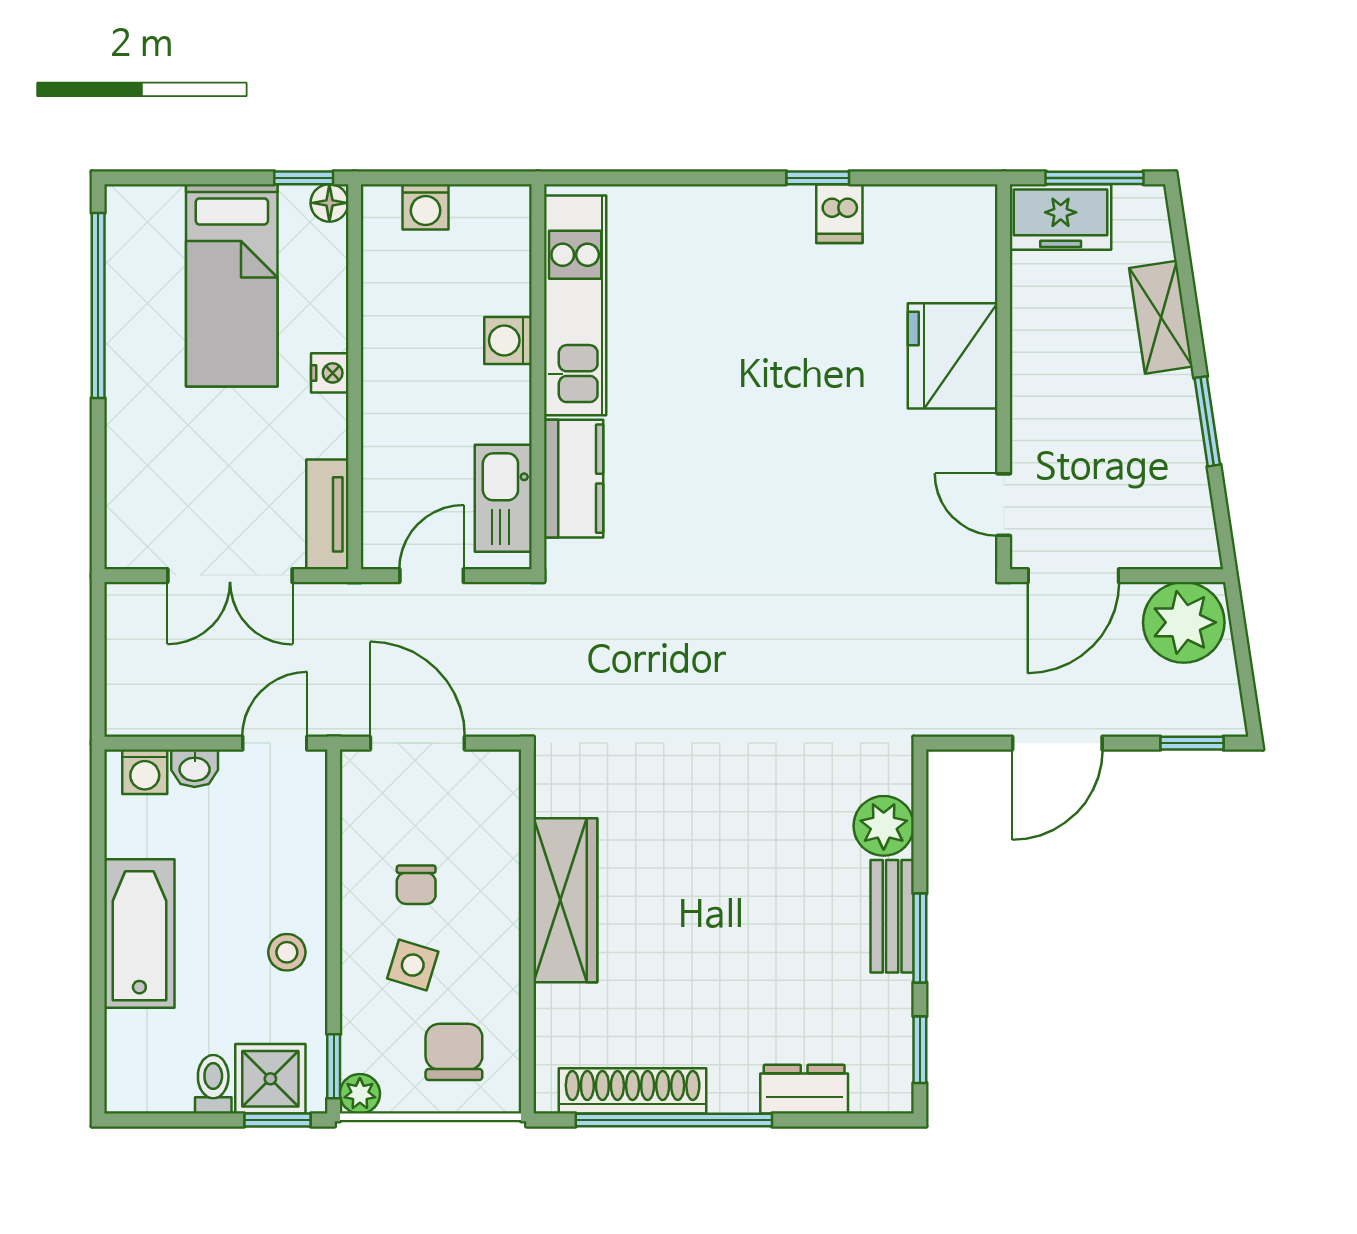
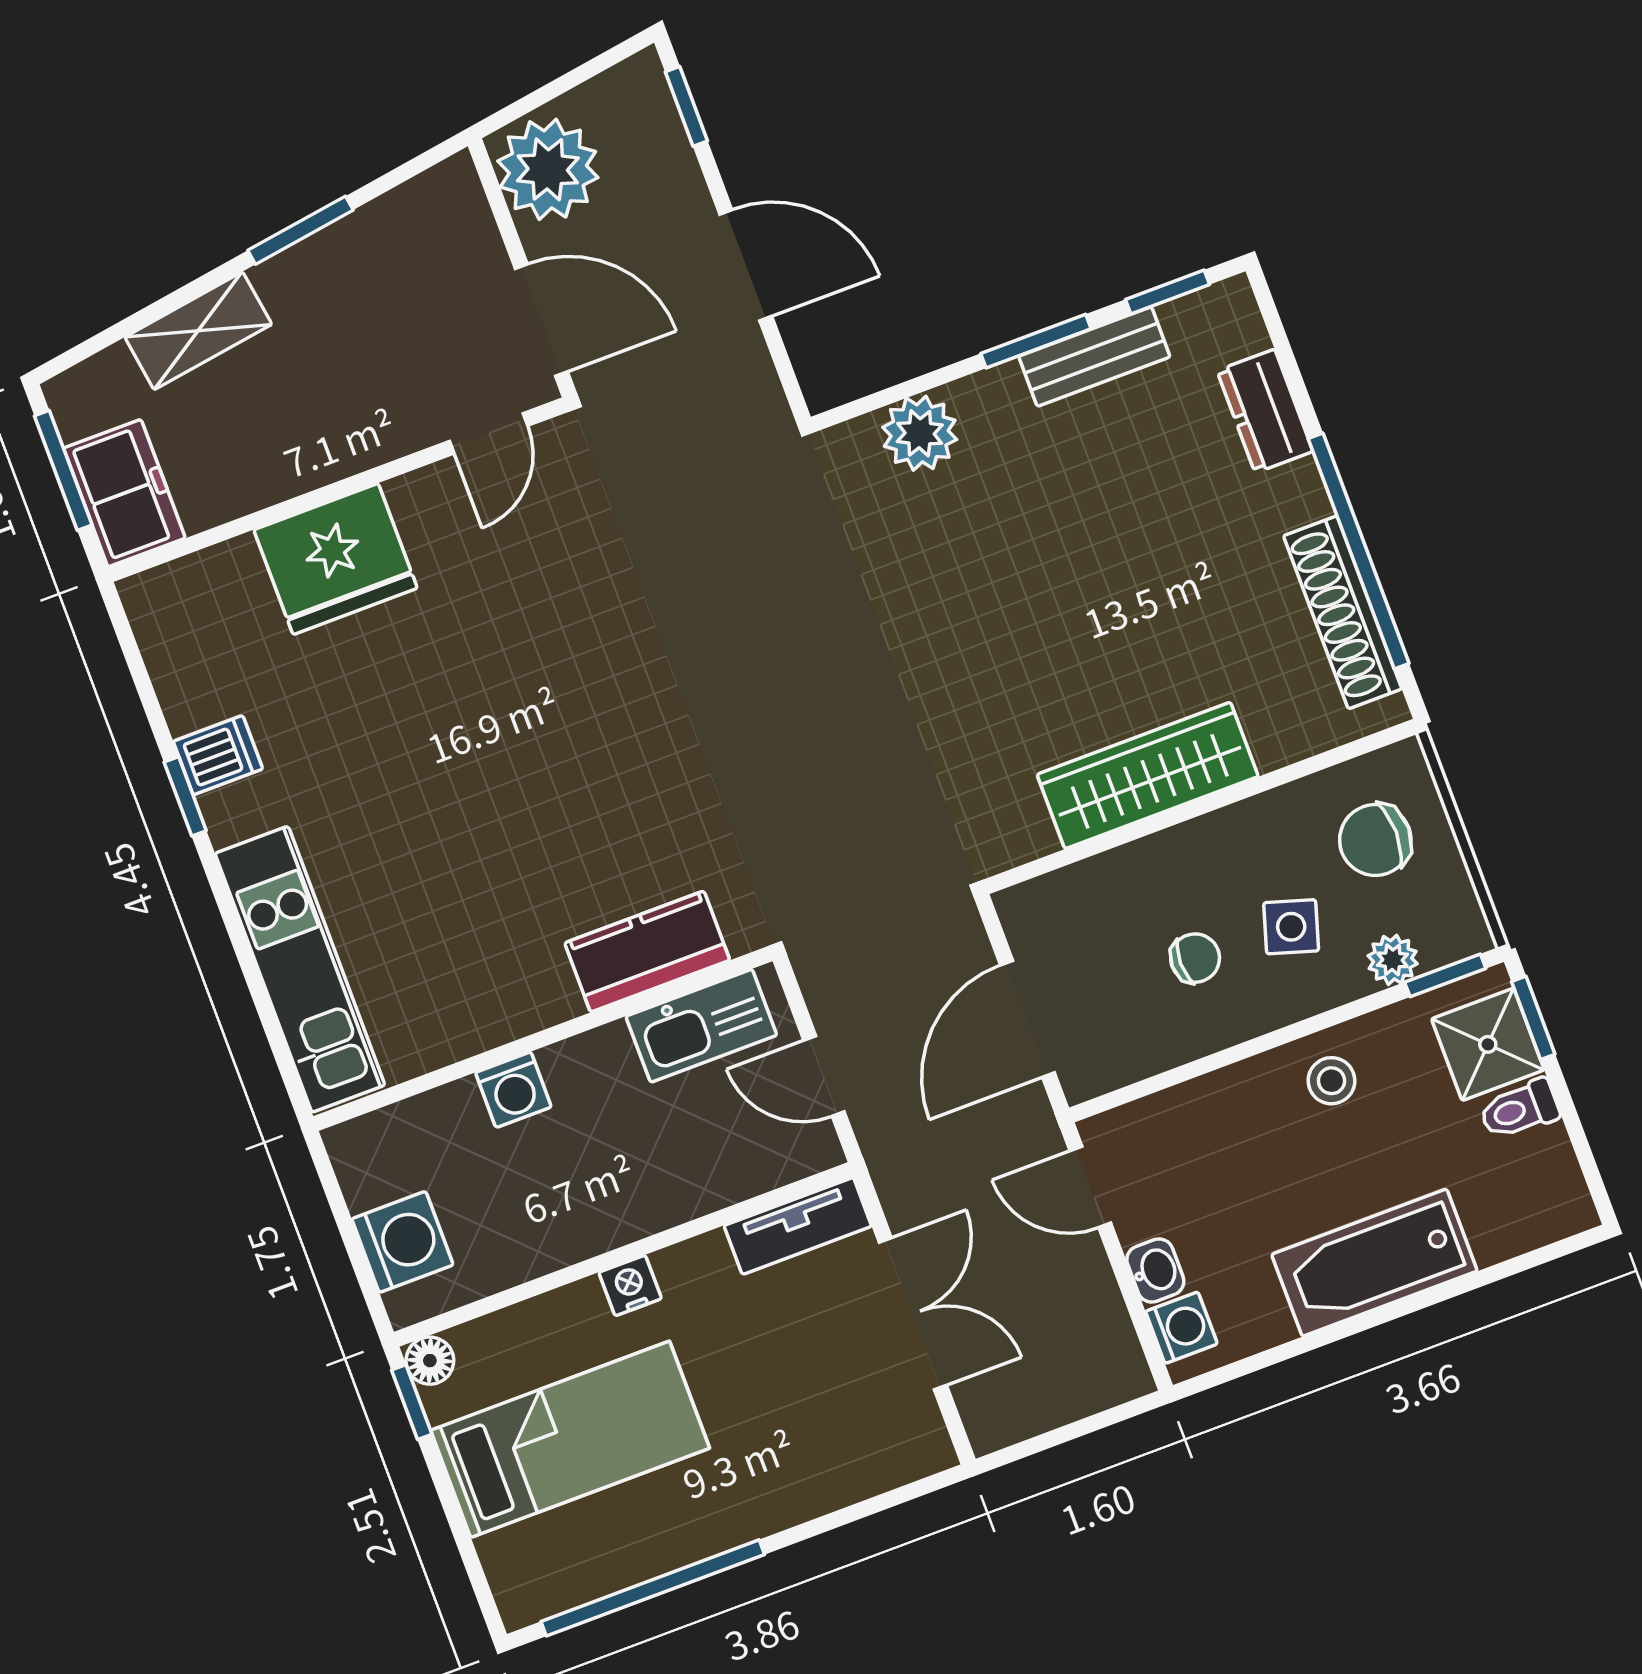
washing machine: (426, 207) -> (402, 1242), width x1.38, depth x1.38
kitchen unit: (575, 305) -> (300, 969), moved, turned 90
bench: (892, 916) -> (1094, 357), moved
plant: (360, 1094) -> (1393, 960), moved

